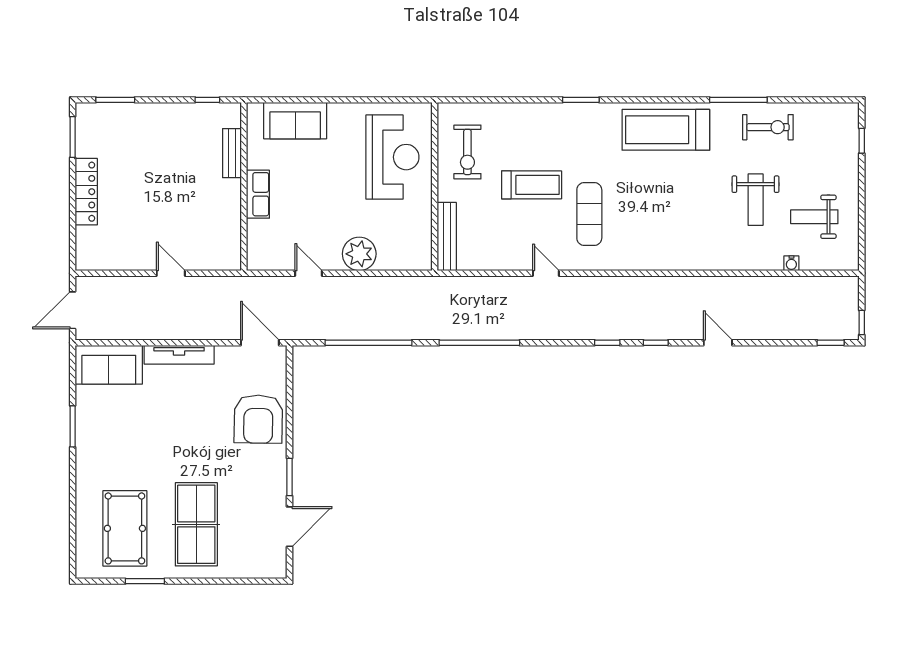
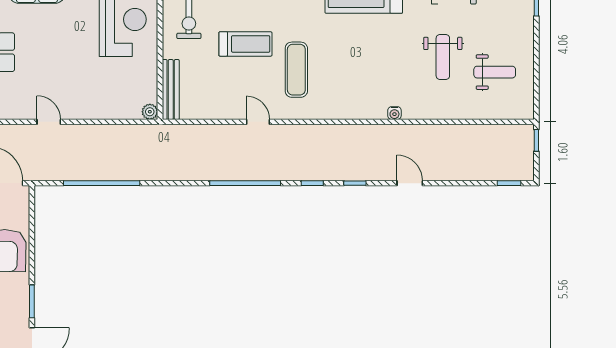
weight bench: (814, 217) -> (495, 72), turned 180
plant: (359, 254) -> (150, 112), moved, width x0.53, depth x0.53
water cooler: (791, 263) -> (394, 113), moved
window: (862, 322) -> (536, 140), moved
window: (479, 343) -> (245, 183), moved

